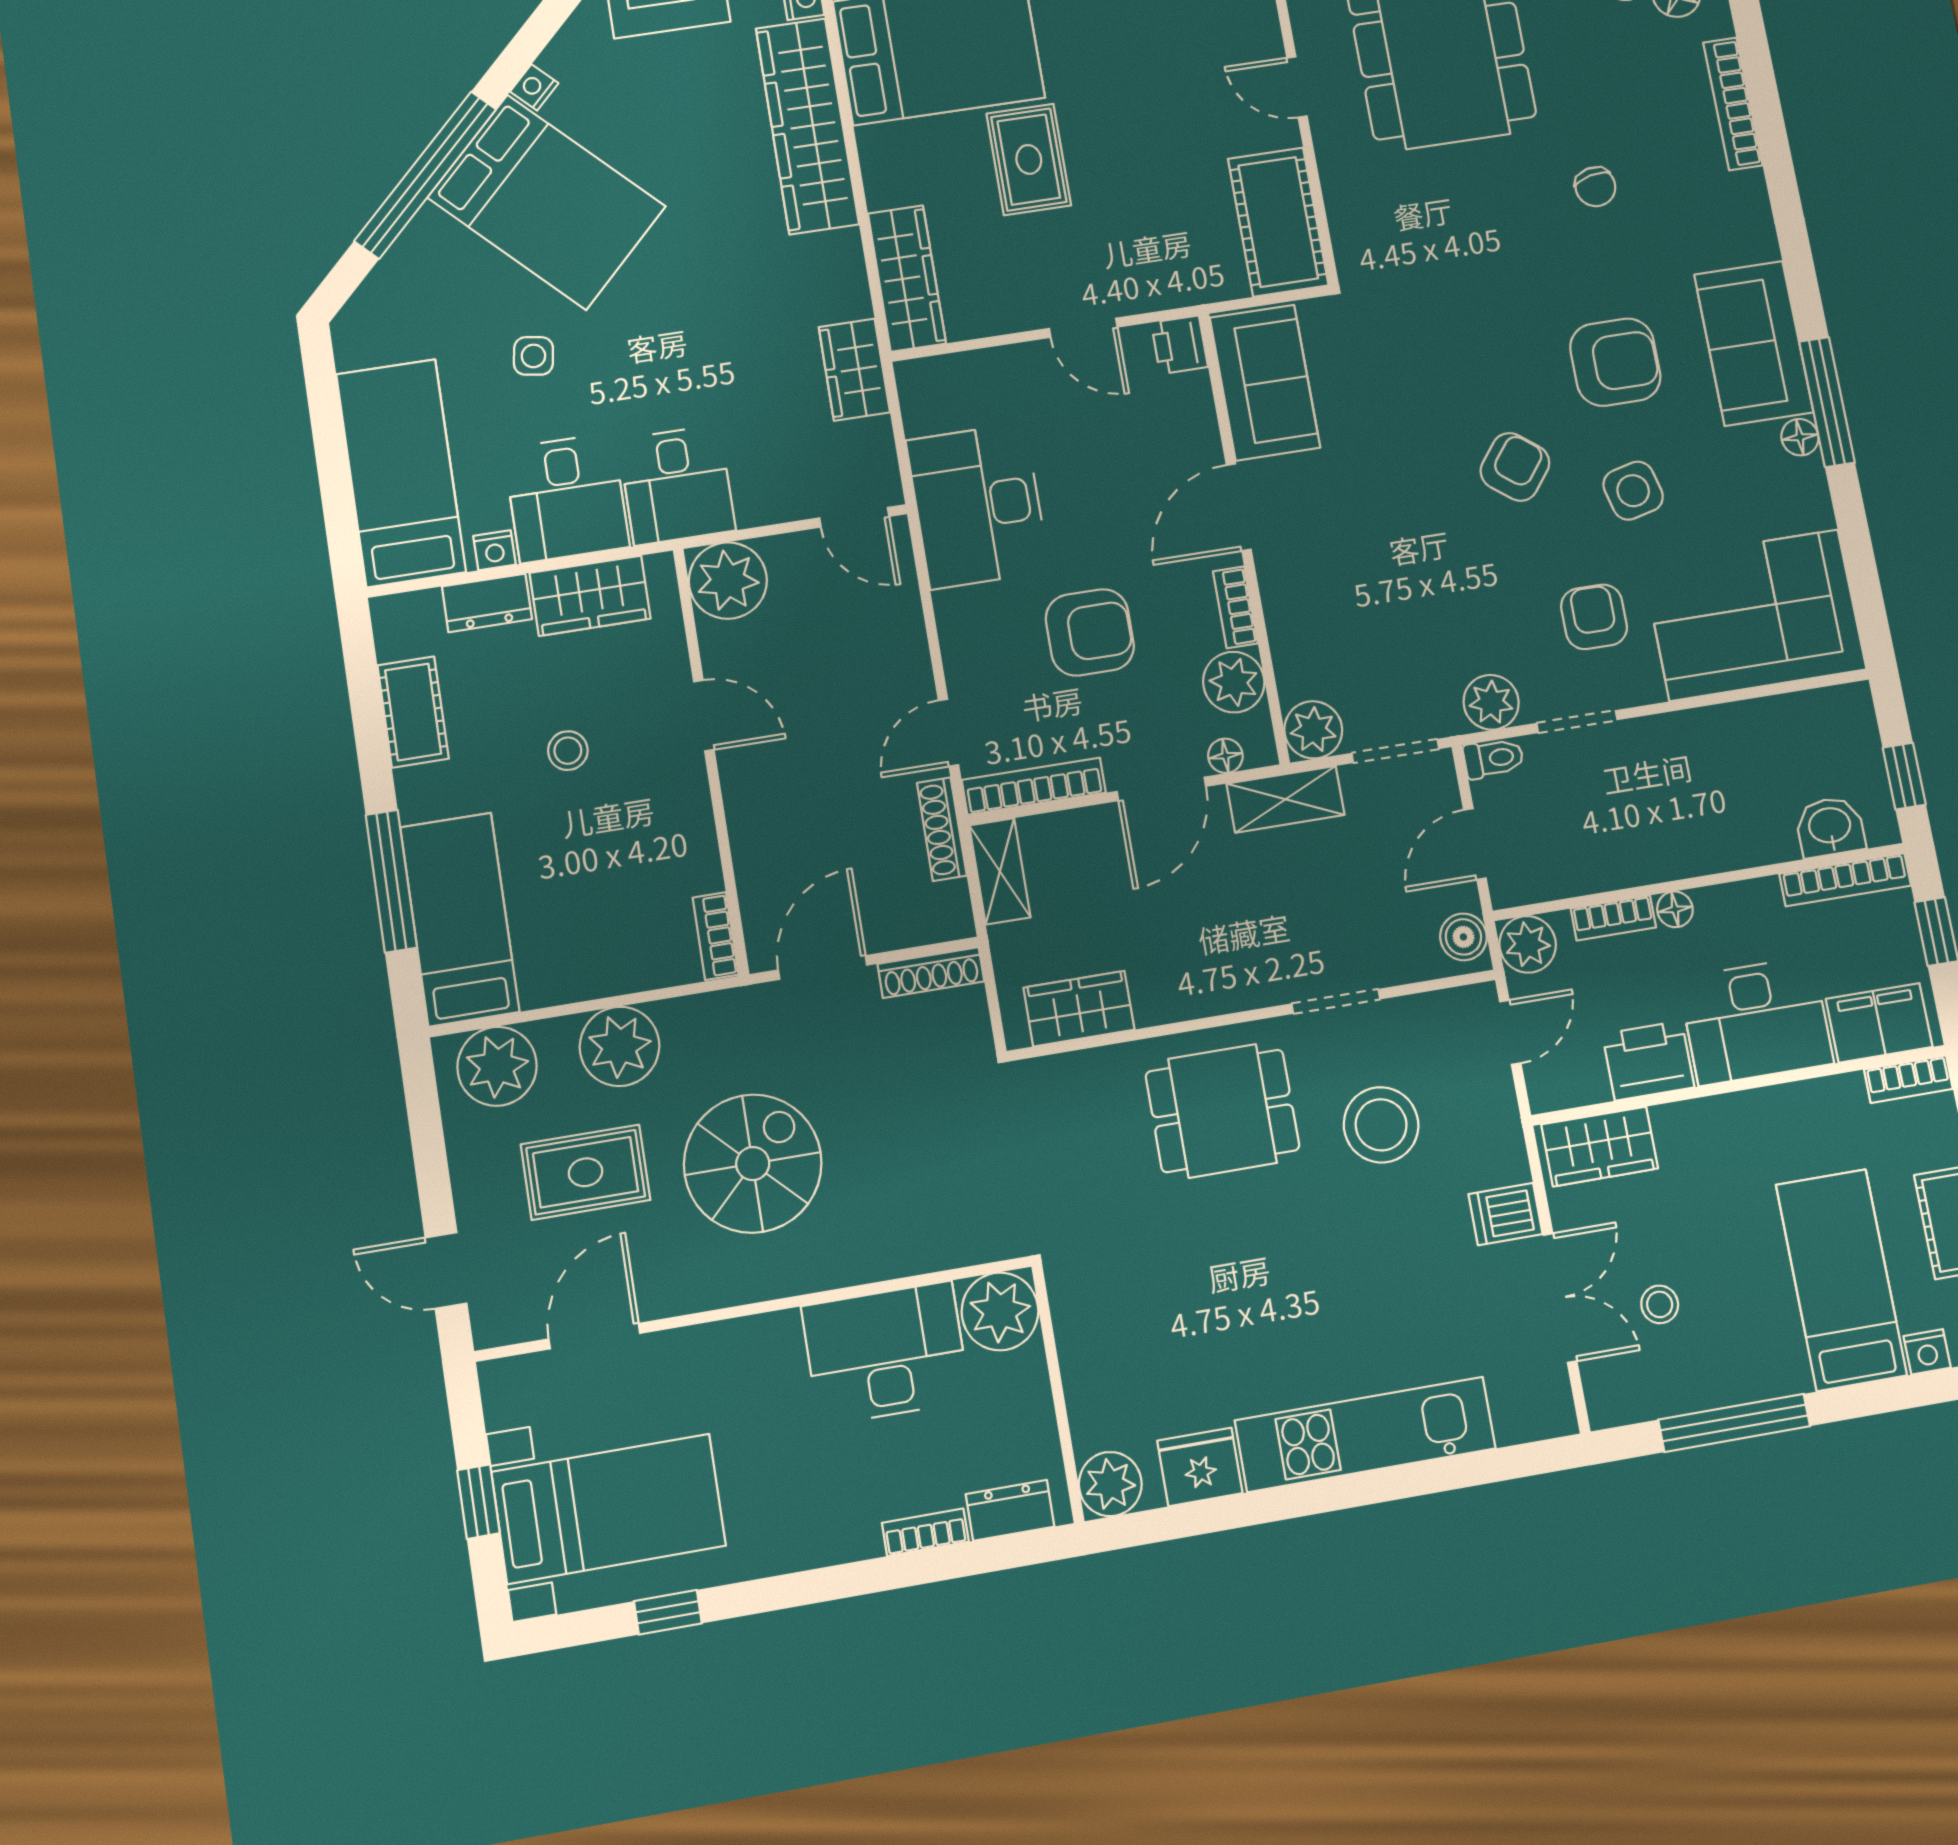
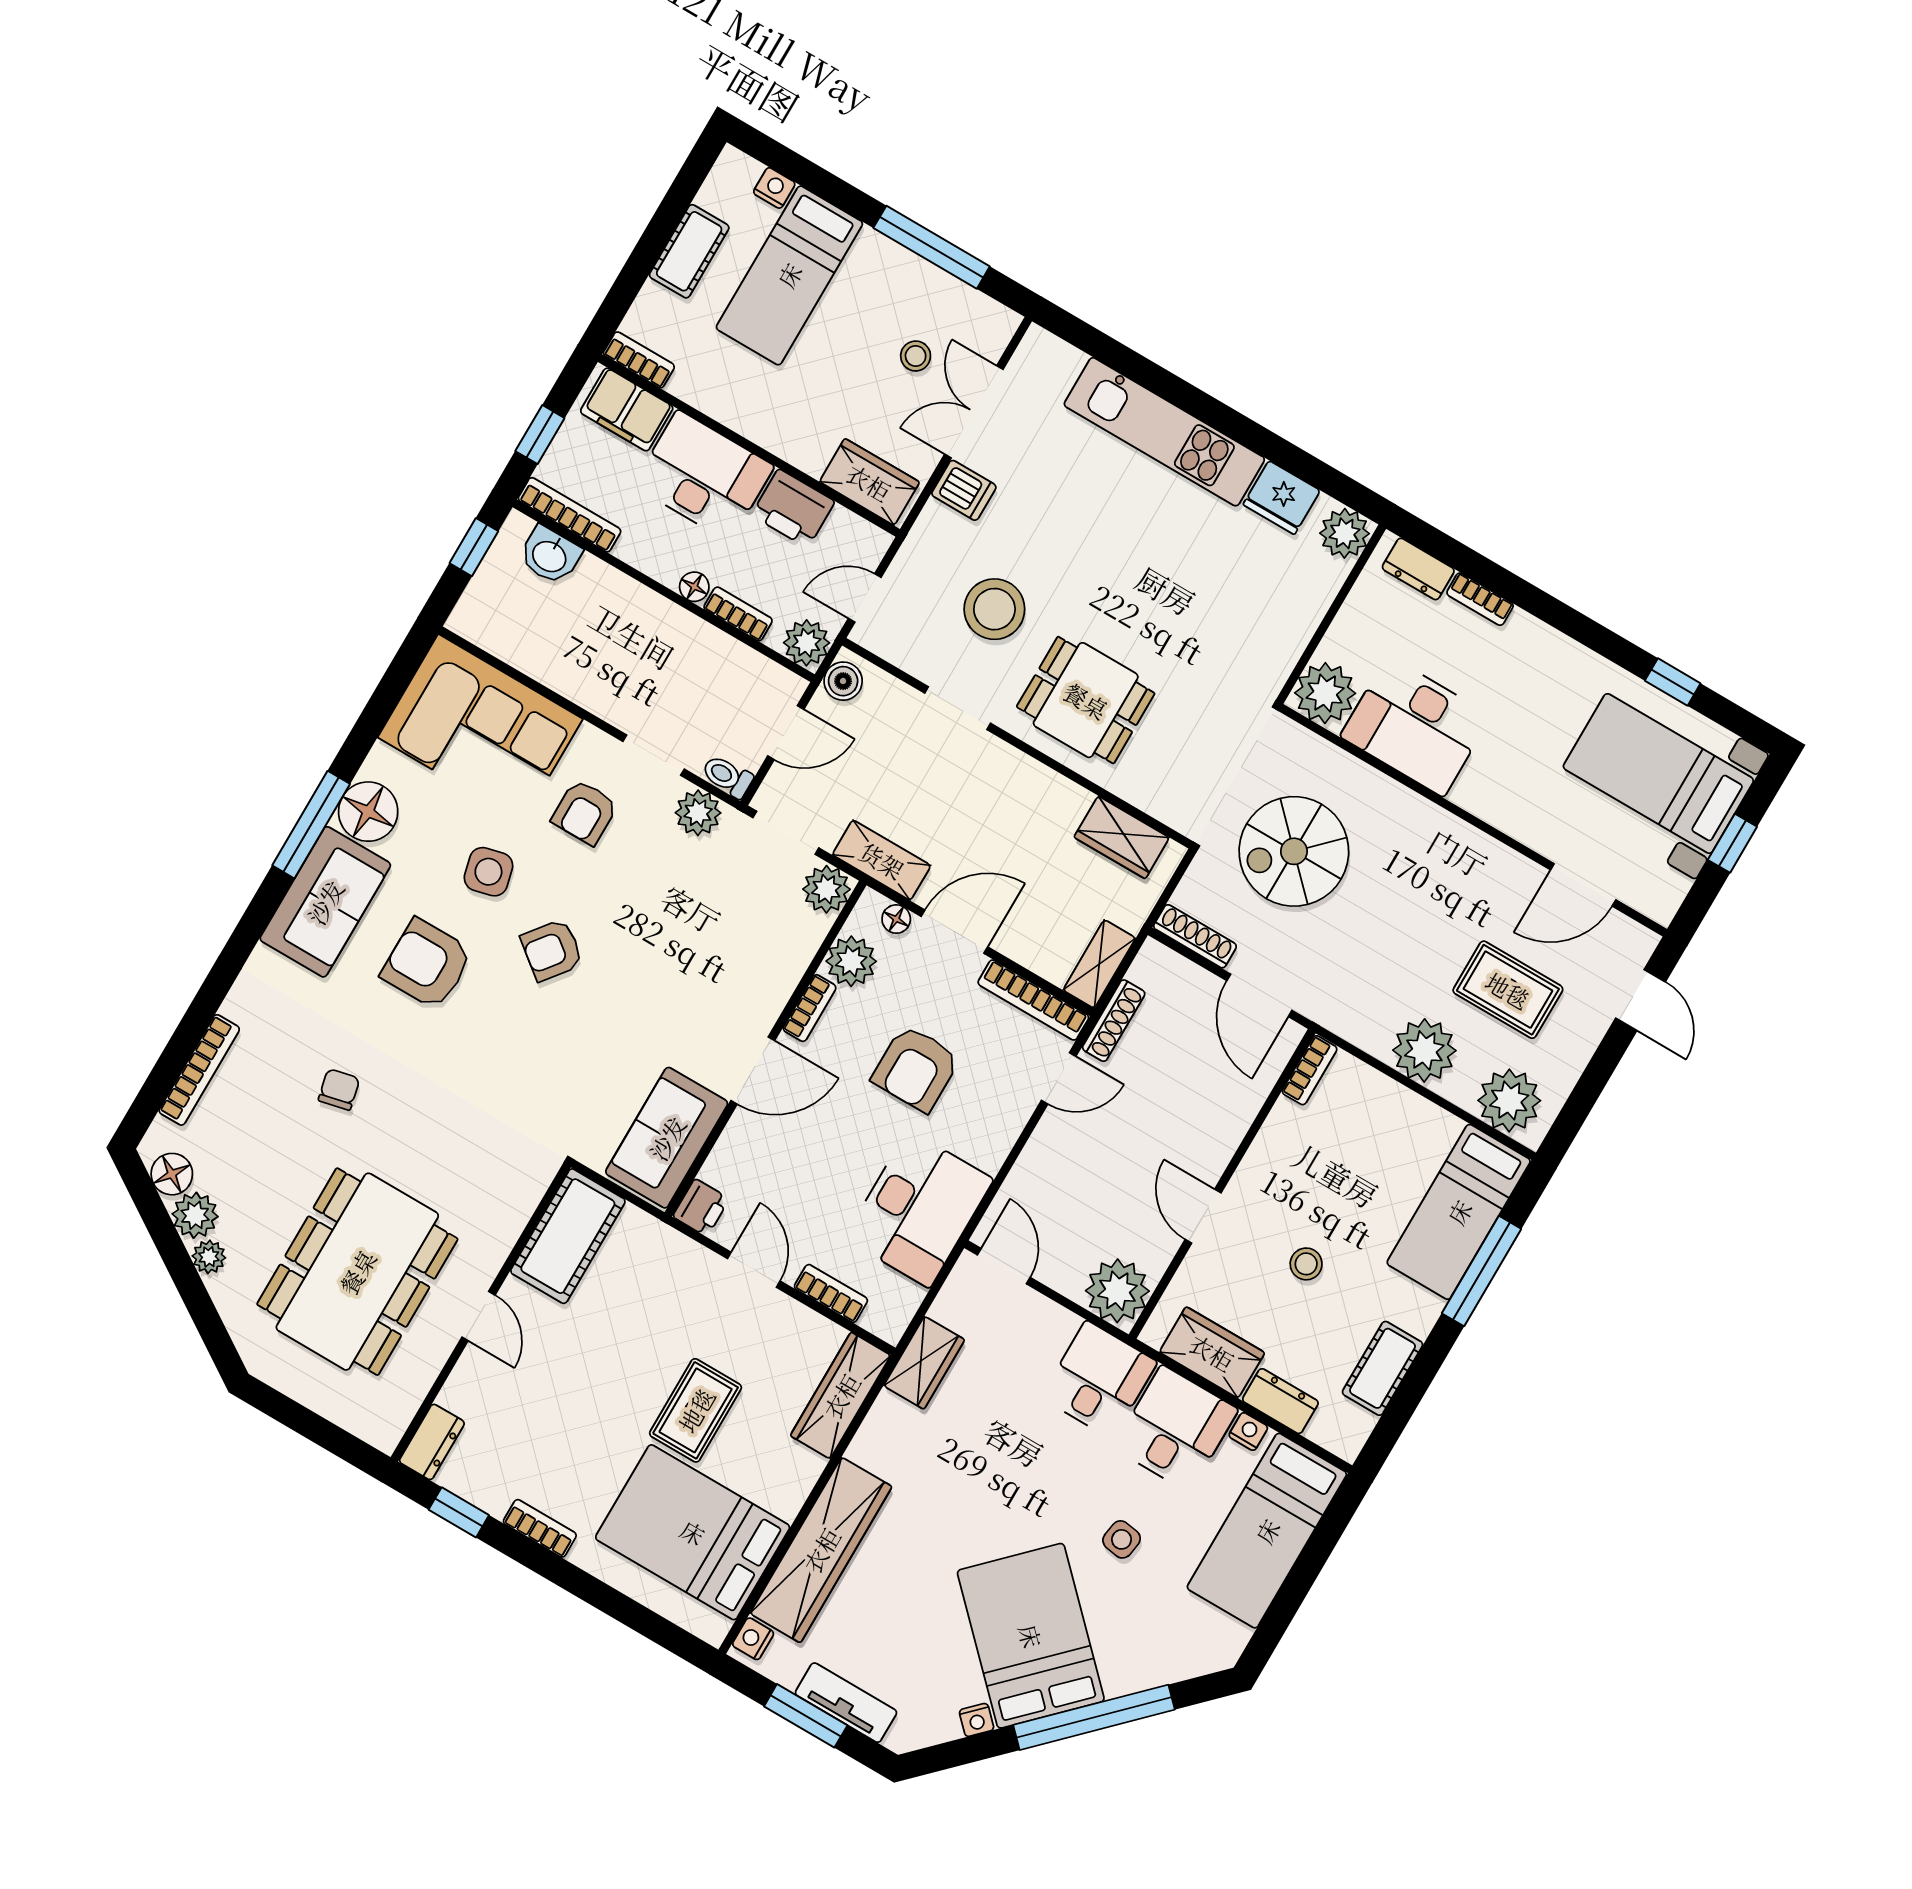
bookcase: (994, 363) -> (831, 1293), added
floor lamp: (1800, 437) -> (368, 812), width x1.89, depth x1.89
armchair: (1090, 632) -> (916, 1068), turned -90
door: (823, 967) -> (1259, 995), hinge flipped
spiral stairs: (753, 1164) -> (1294, 851), moved

